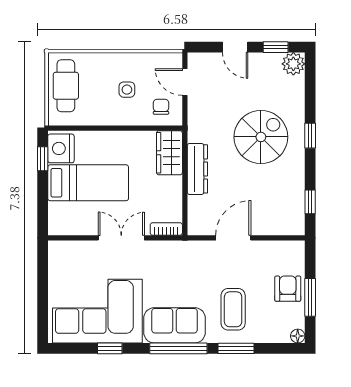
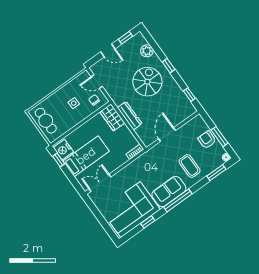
plant: (293, 64) -> (147, 51), moved
double door: (121, 238) -> (100, 183), moved
window: (236, 348) -> (216, 173), moved

